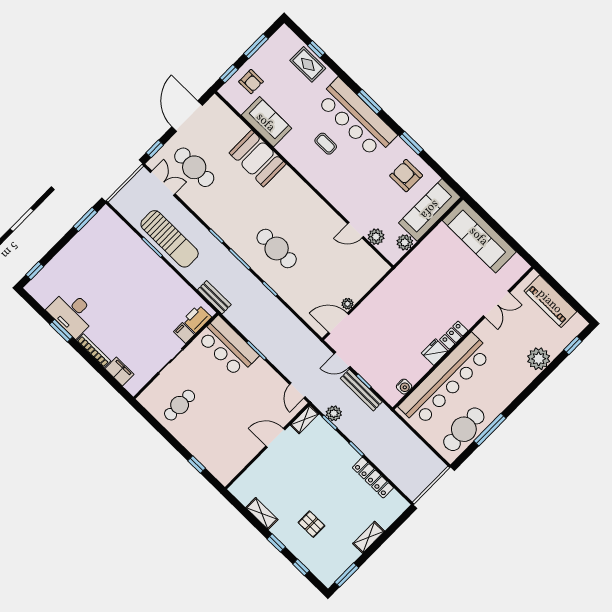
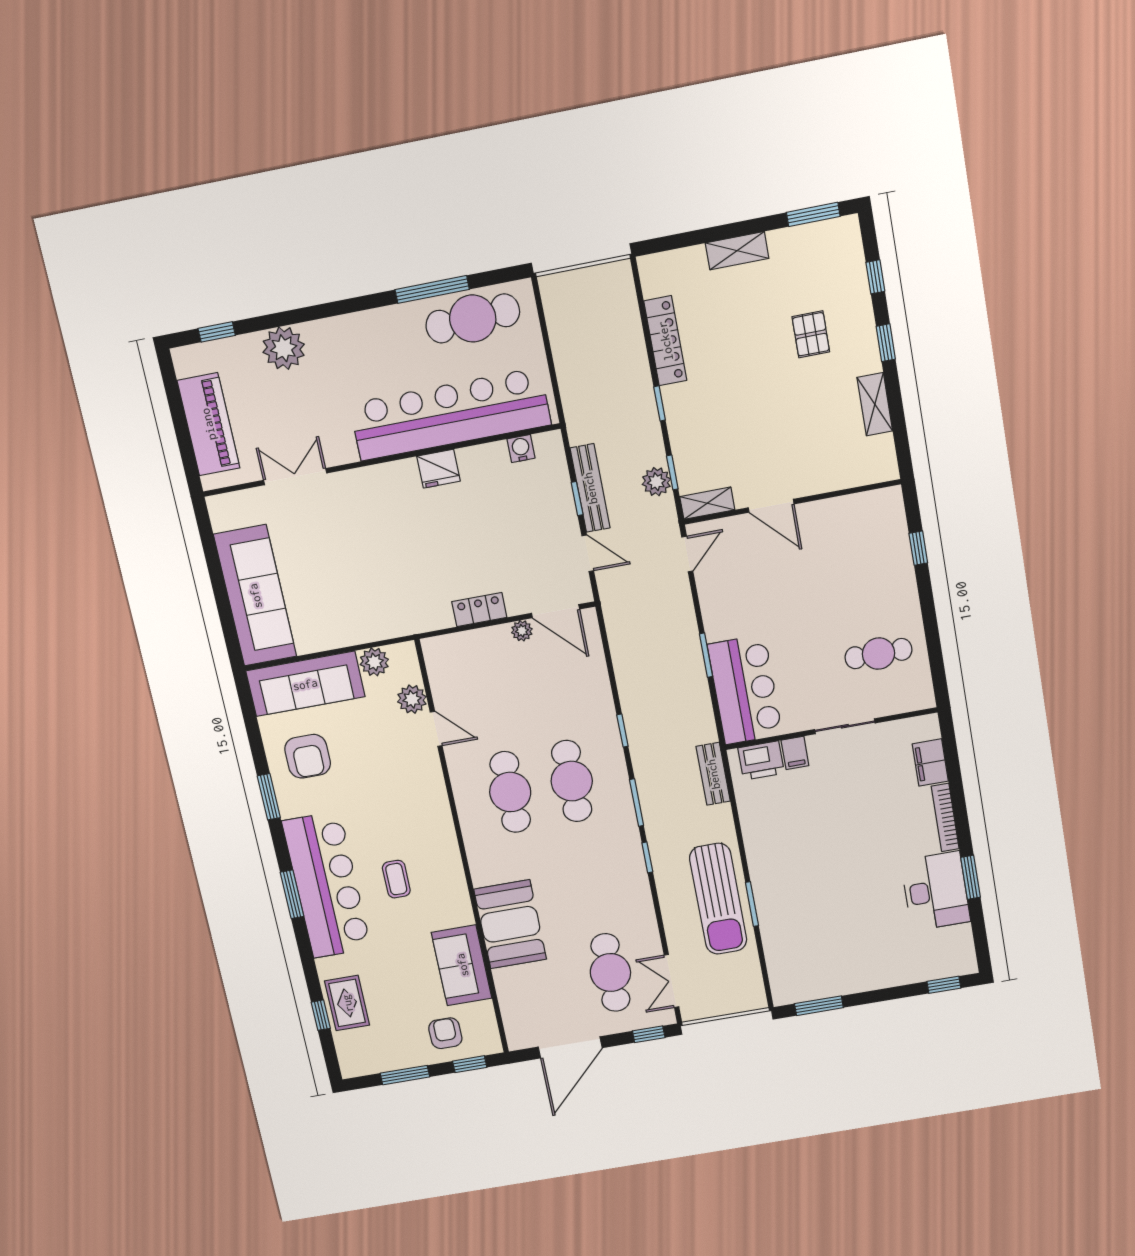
cafe table: (301, 223) -> (510, 792), added
sun lounger: (170, 239) -> (718, 899), turned 180
locker: (454, 335) -> (479, 610), moved, turned 180

